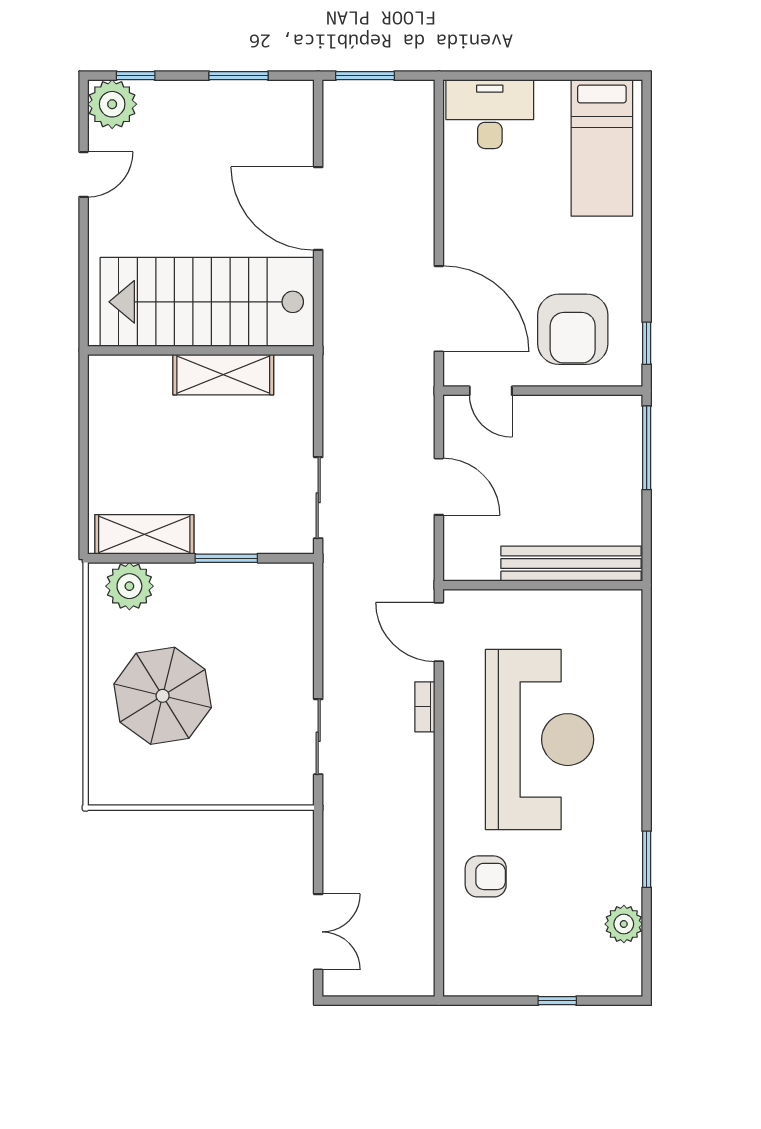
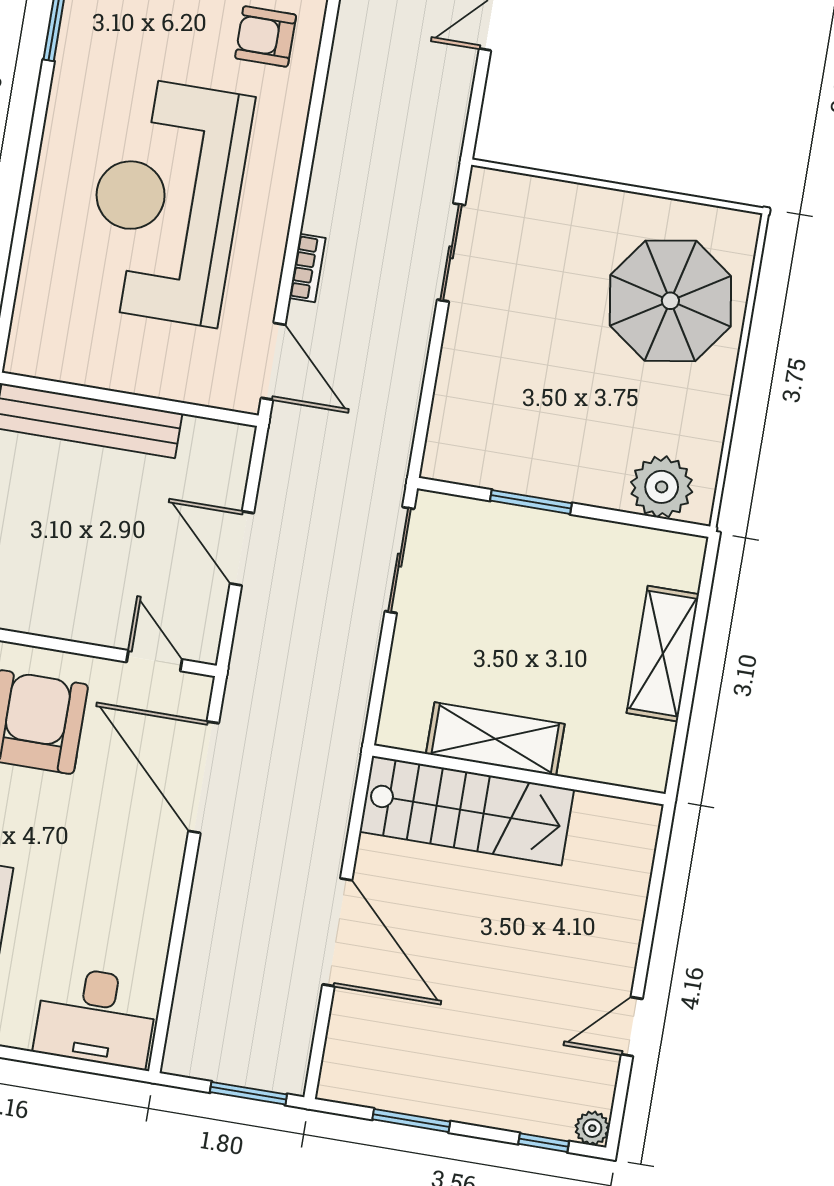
plant: (112, 104) -> (592, 1128), width x0.53, depth x0.53
stairs: (207, 302) -> (467, 811), width x0.73, depth x0.66
shelving: (144, 534) -> (663, 654), moved, turned 90
parasol: (163, 696) -> (670, 301), moved

